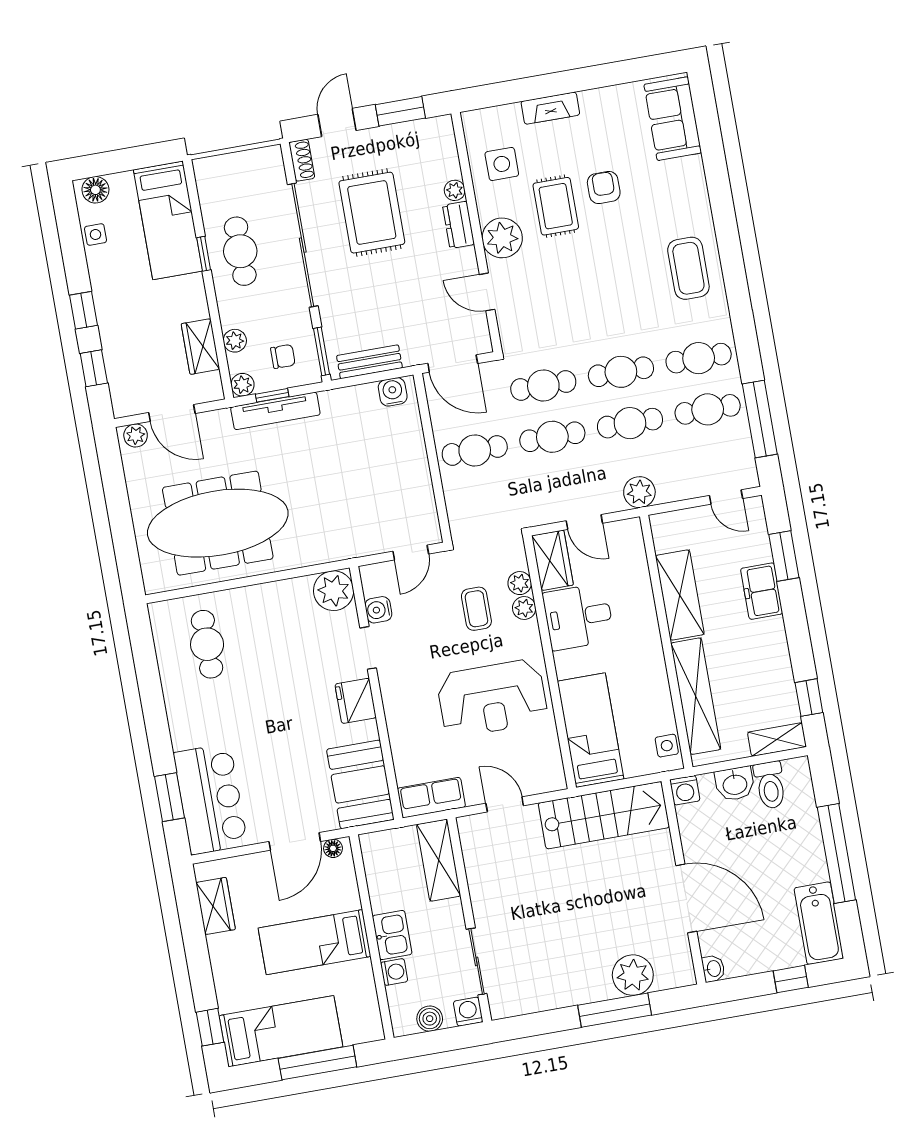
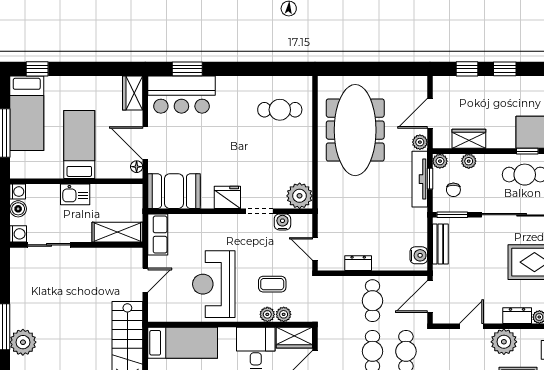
plant: (136, 435) -> (420, 142), moved
dresser: (421, 483) -> (358, 263), added
wardrobe: (216, 906) -> (133, 93), moved, turned 90
washing machine: (394, 972) -> (18, 192), moved, turned -90

